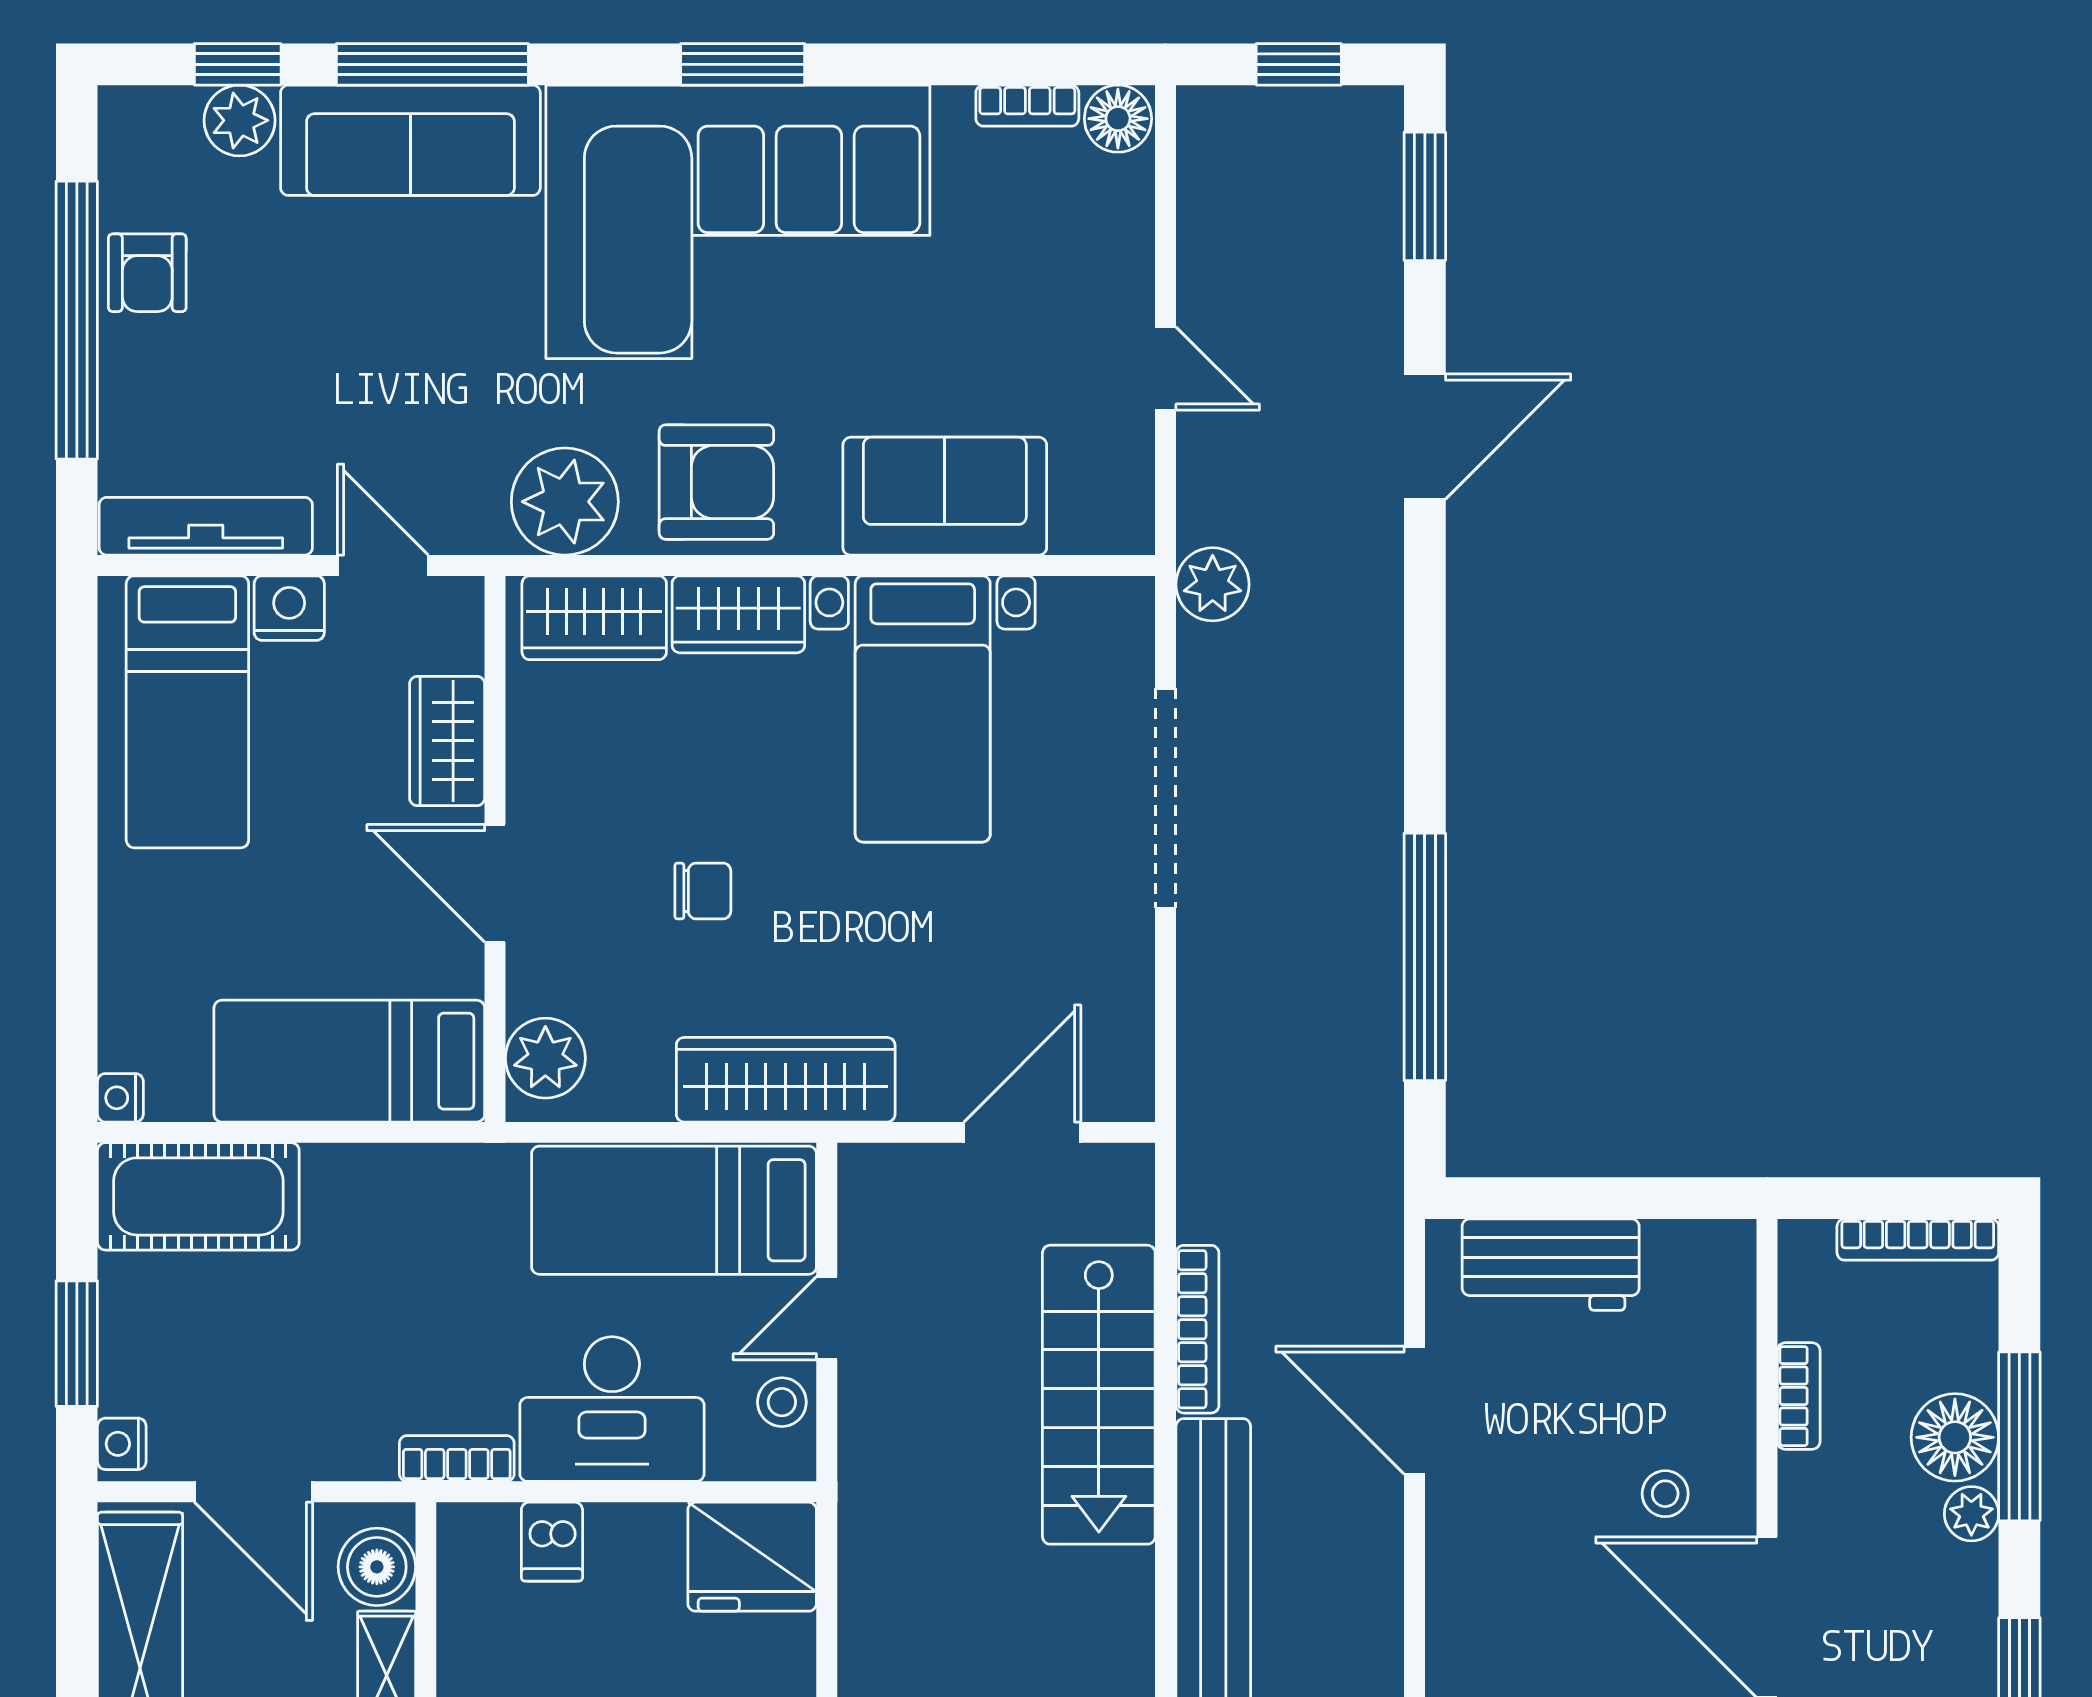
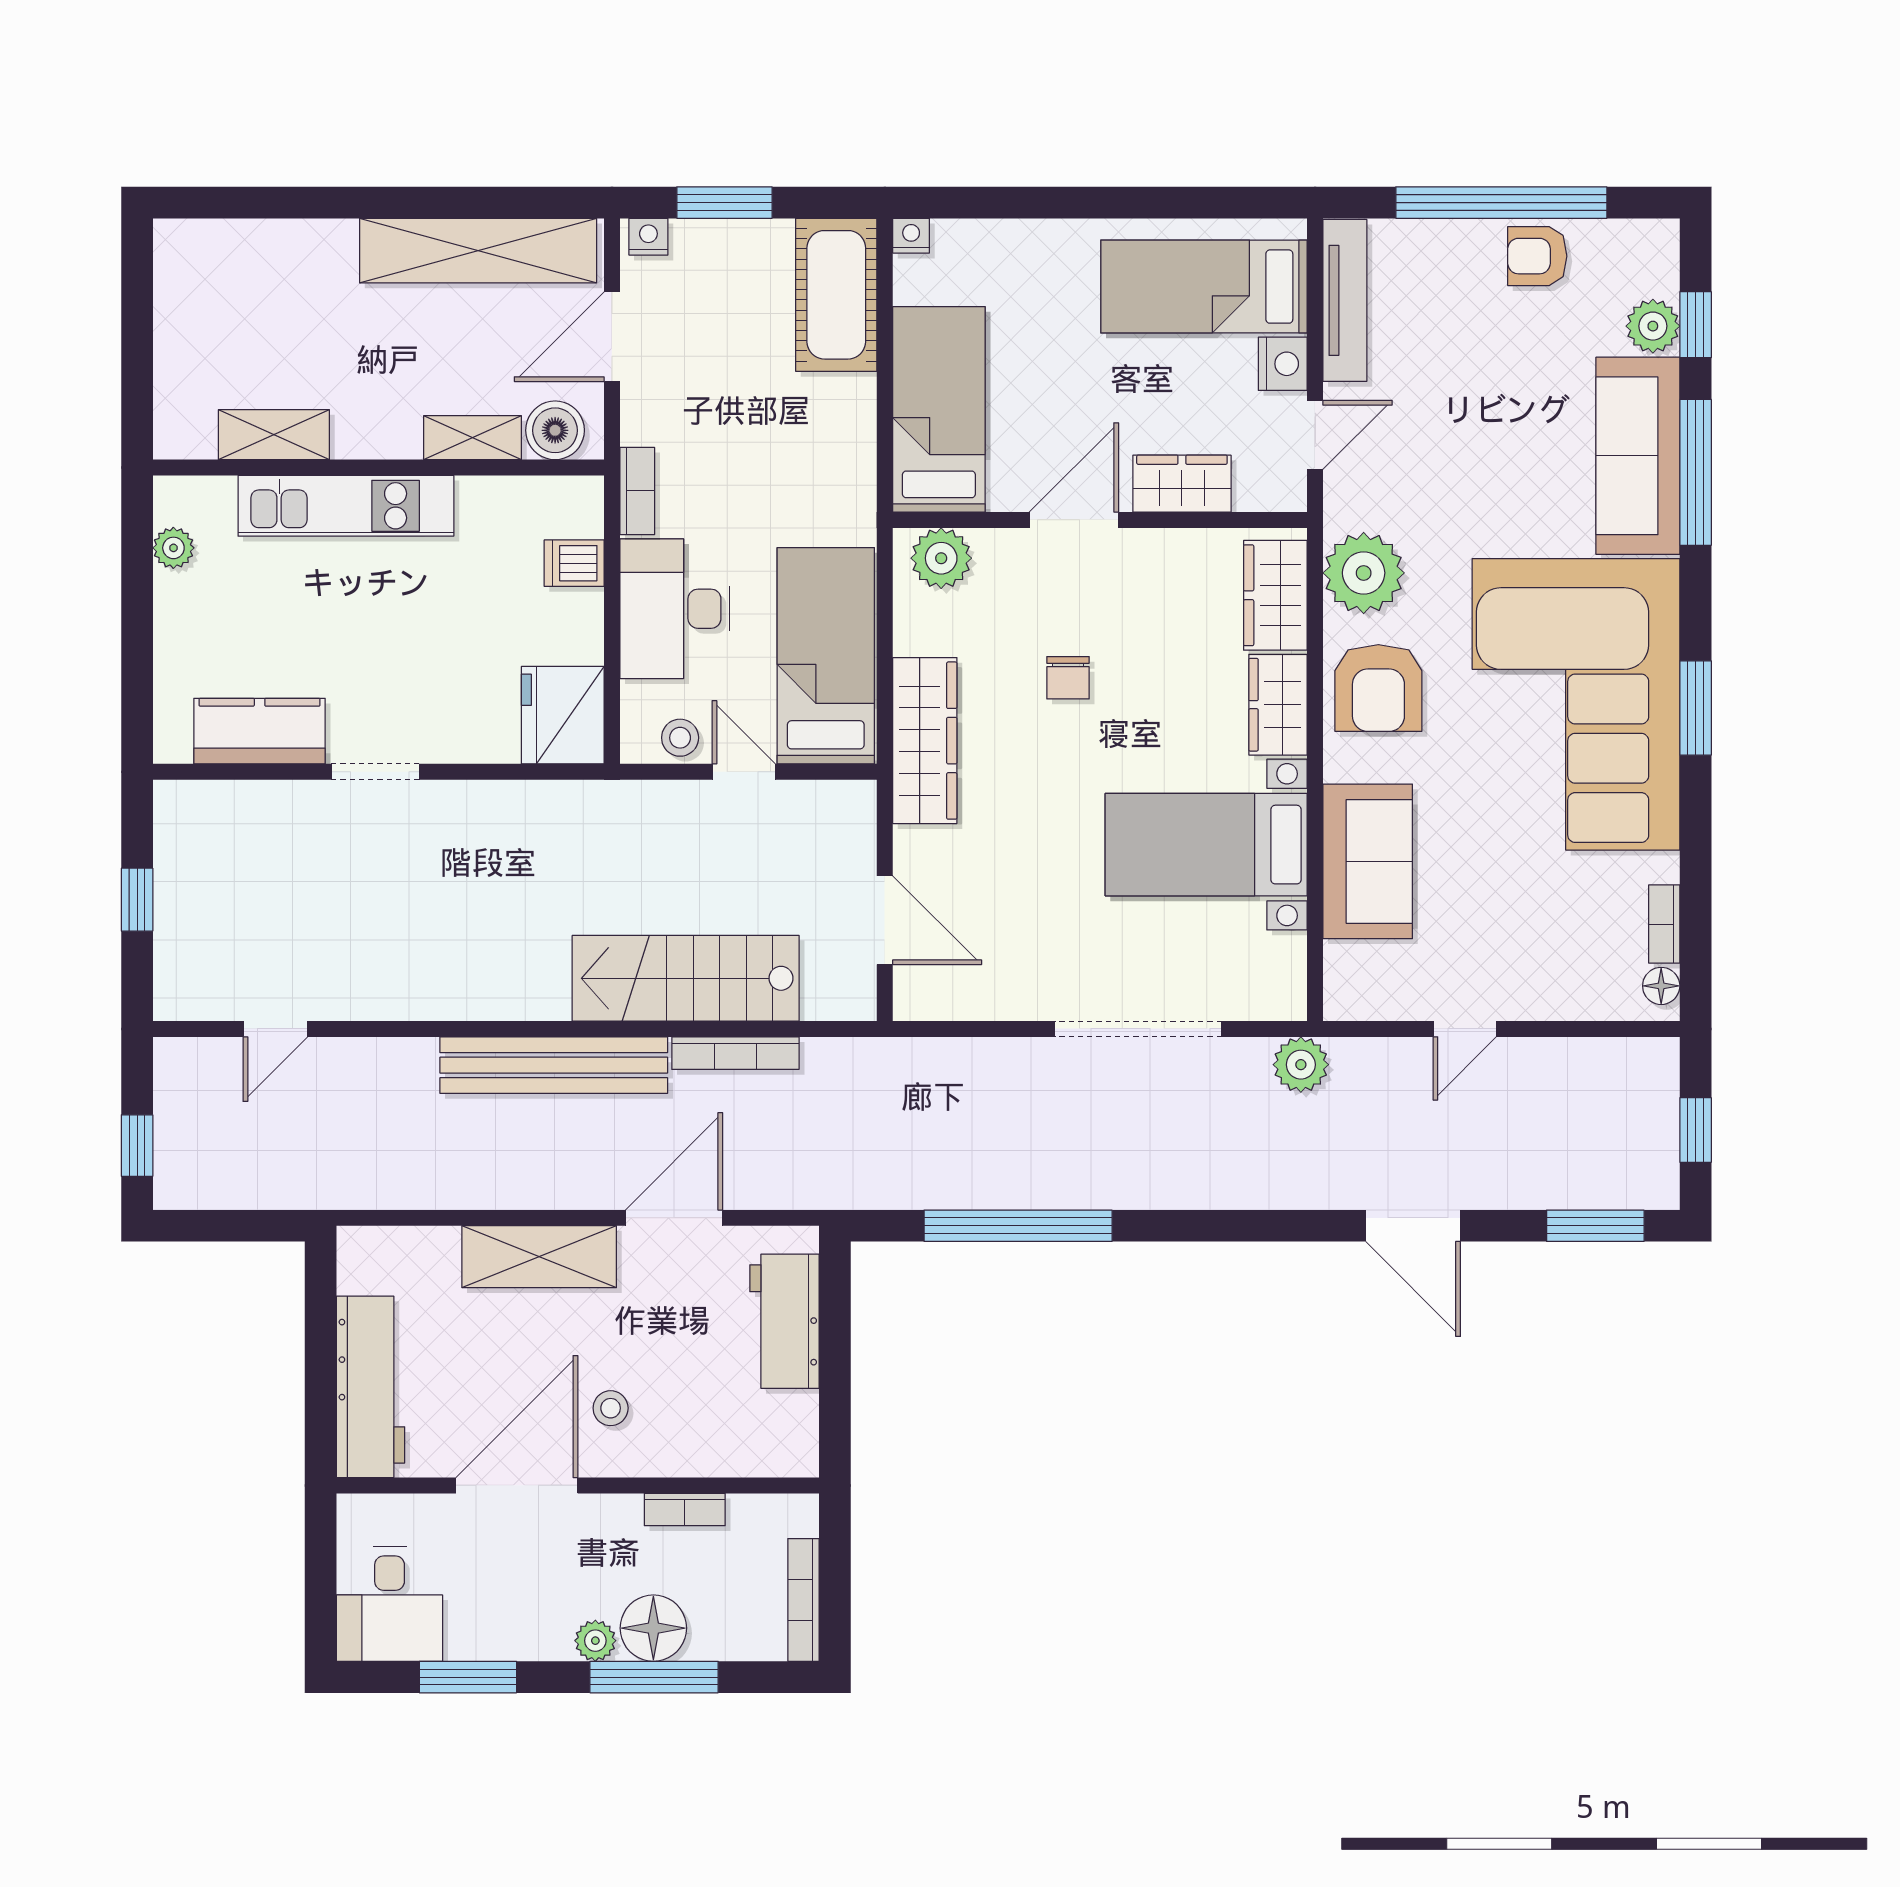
floor lamp: (1118, 119) -> (1661, 986), width x0.73, depth x0.73
shelving: (1466, 1588) -> (539, 1257), added

